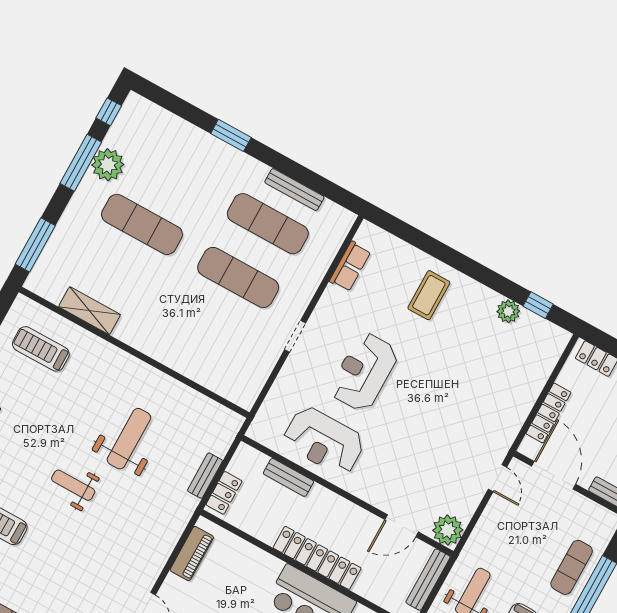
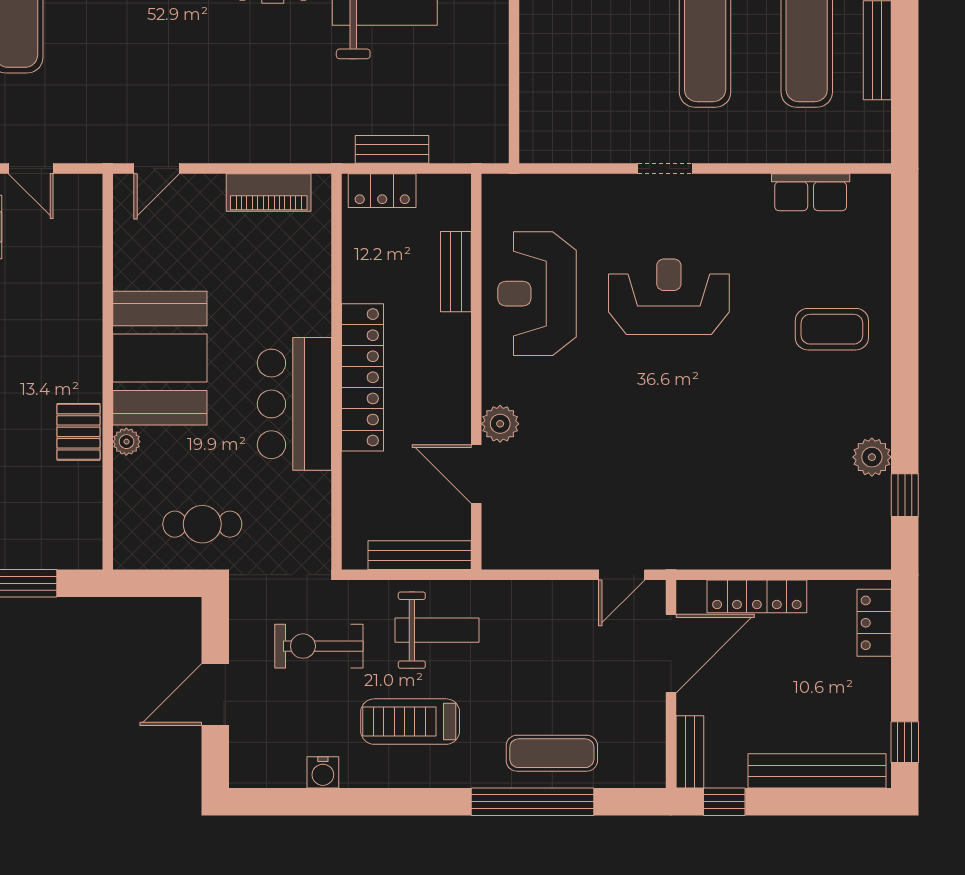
plant: (448, 530) -> (500, 424), moved, width x0.73, depth x0.73

